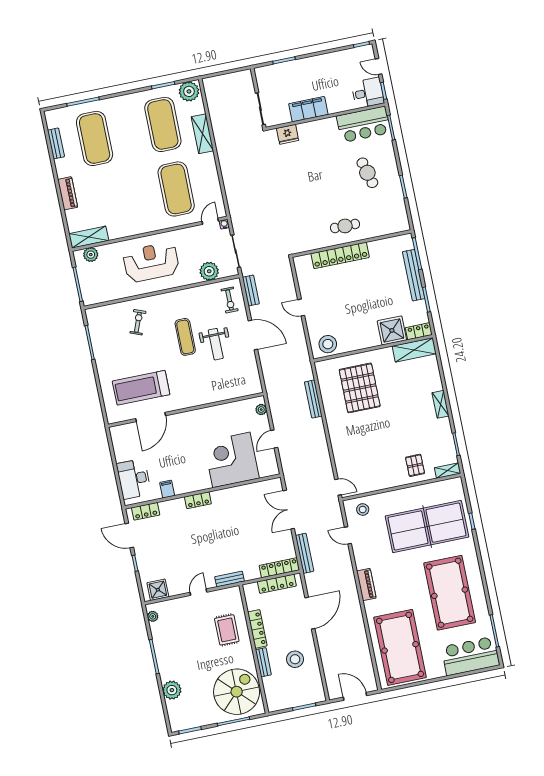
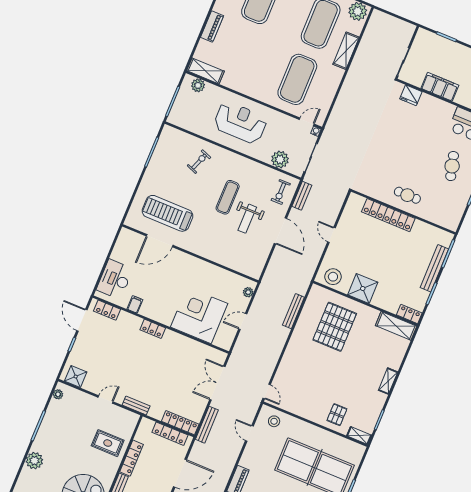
shower: (392, 330) -> (363, 288), moved
rug: (227, 630) -> (108, 443), turned 90

